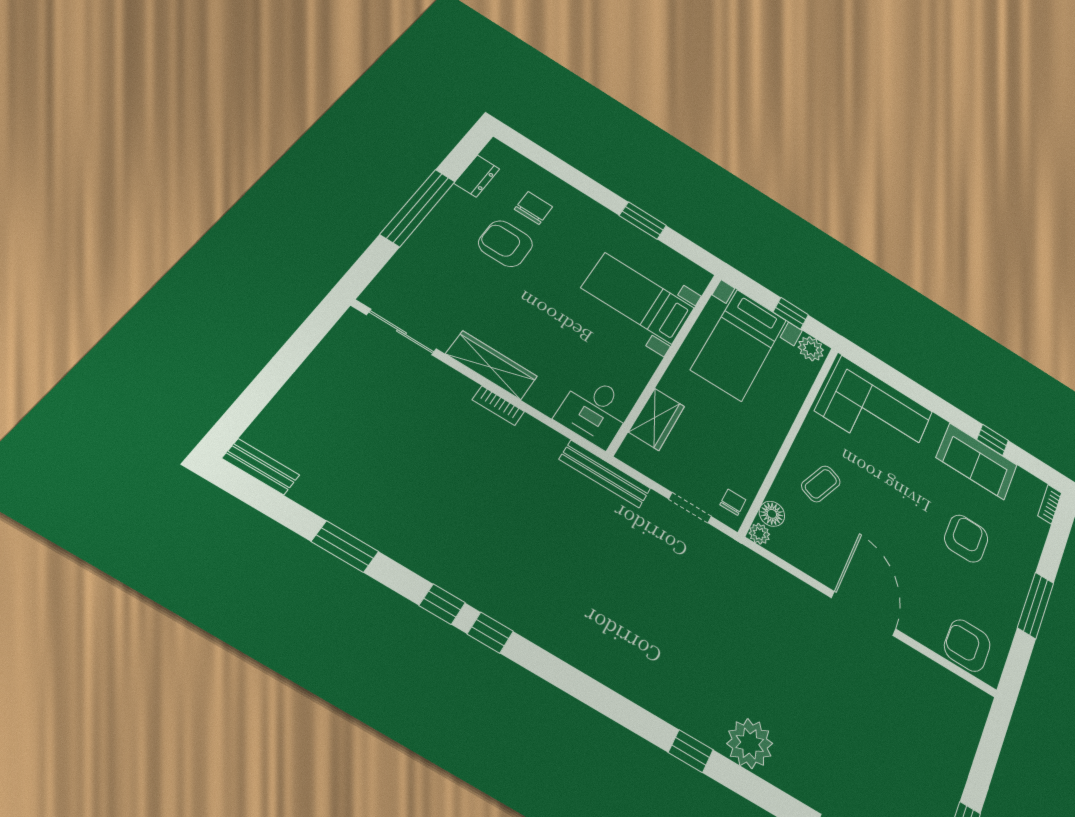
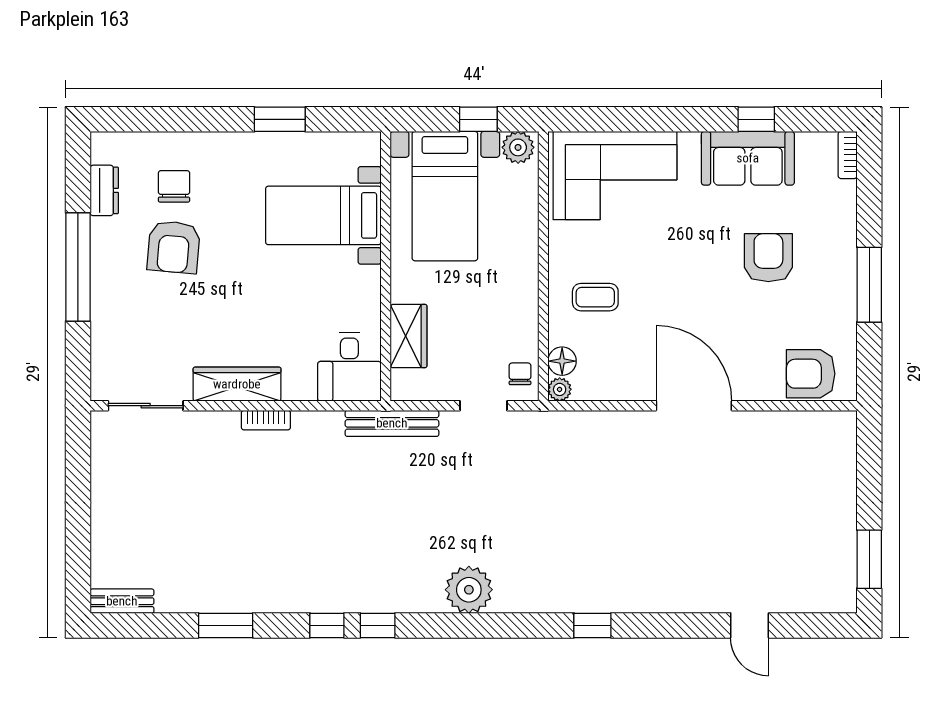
armchair: (506, 244) -> (174, 247), turned -85
coffee table: (821, 484) -> (595, 297), turned 69
plant: (750, 743) -> (469, 590), moved

